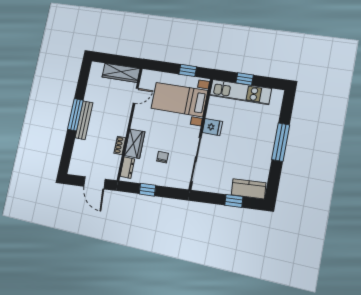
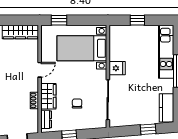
window: (188, 70) -> (59, 20), moved
kitchen unit: (240, 92) -> (166, 52), moved, turned 90
door: (136, 96) -> (40, 70), moved
kitchen counter: (249, 189) -> (166, 108), moved, turned -85

